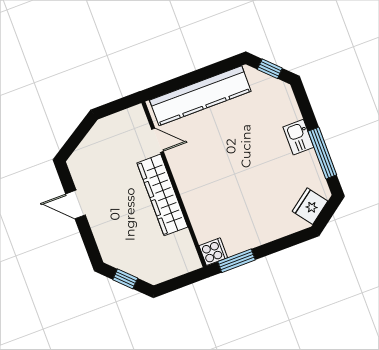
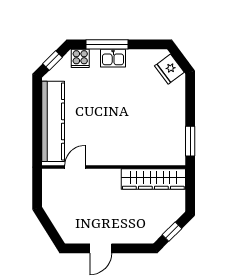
window: (322, 153) -> (107, 44), moved
wardrobe: (162, 195) -> (153, 179), moved
cooker: (213, 252) -> (80, 58), moved, turned 180

